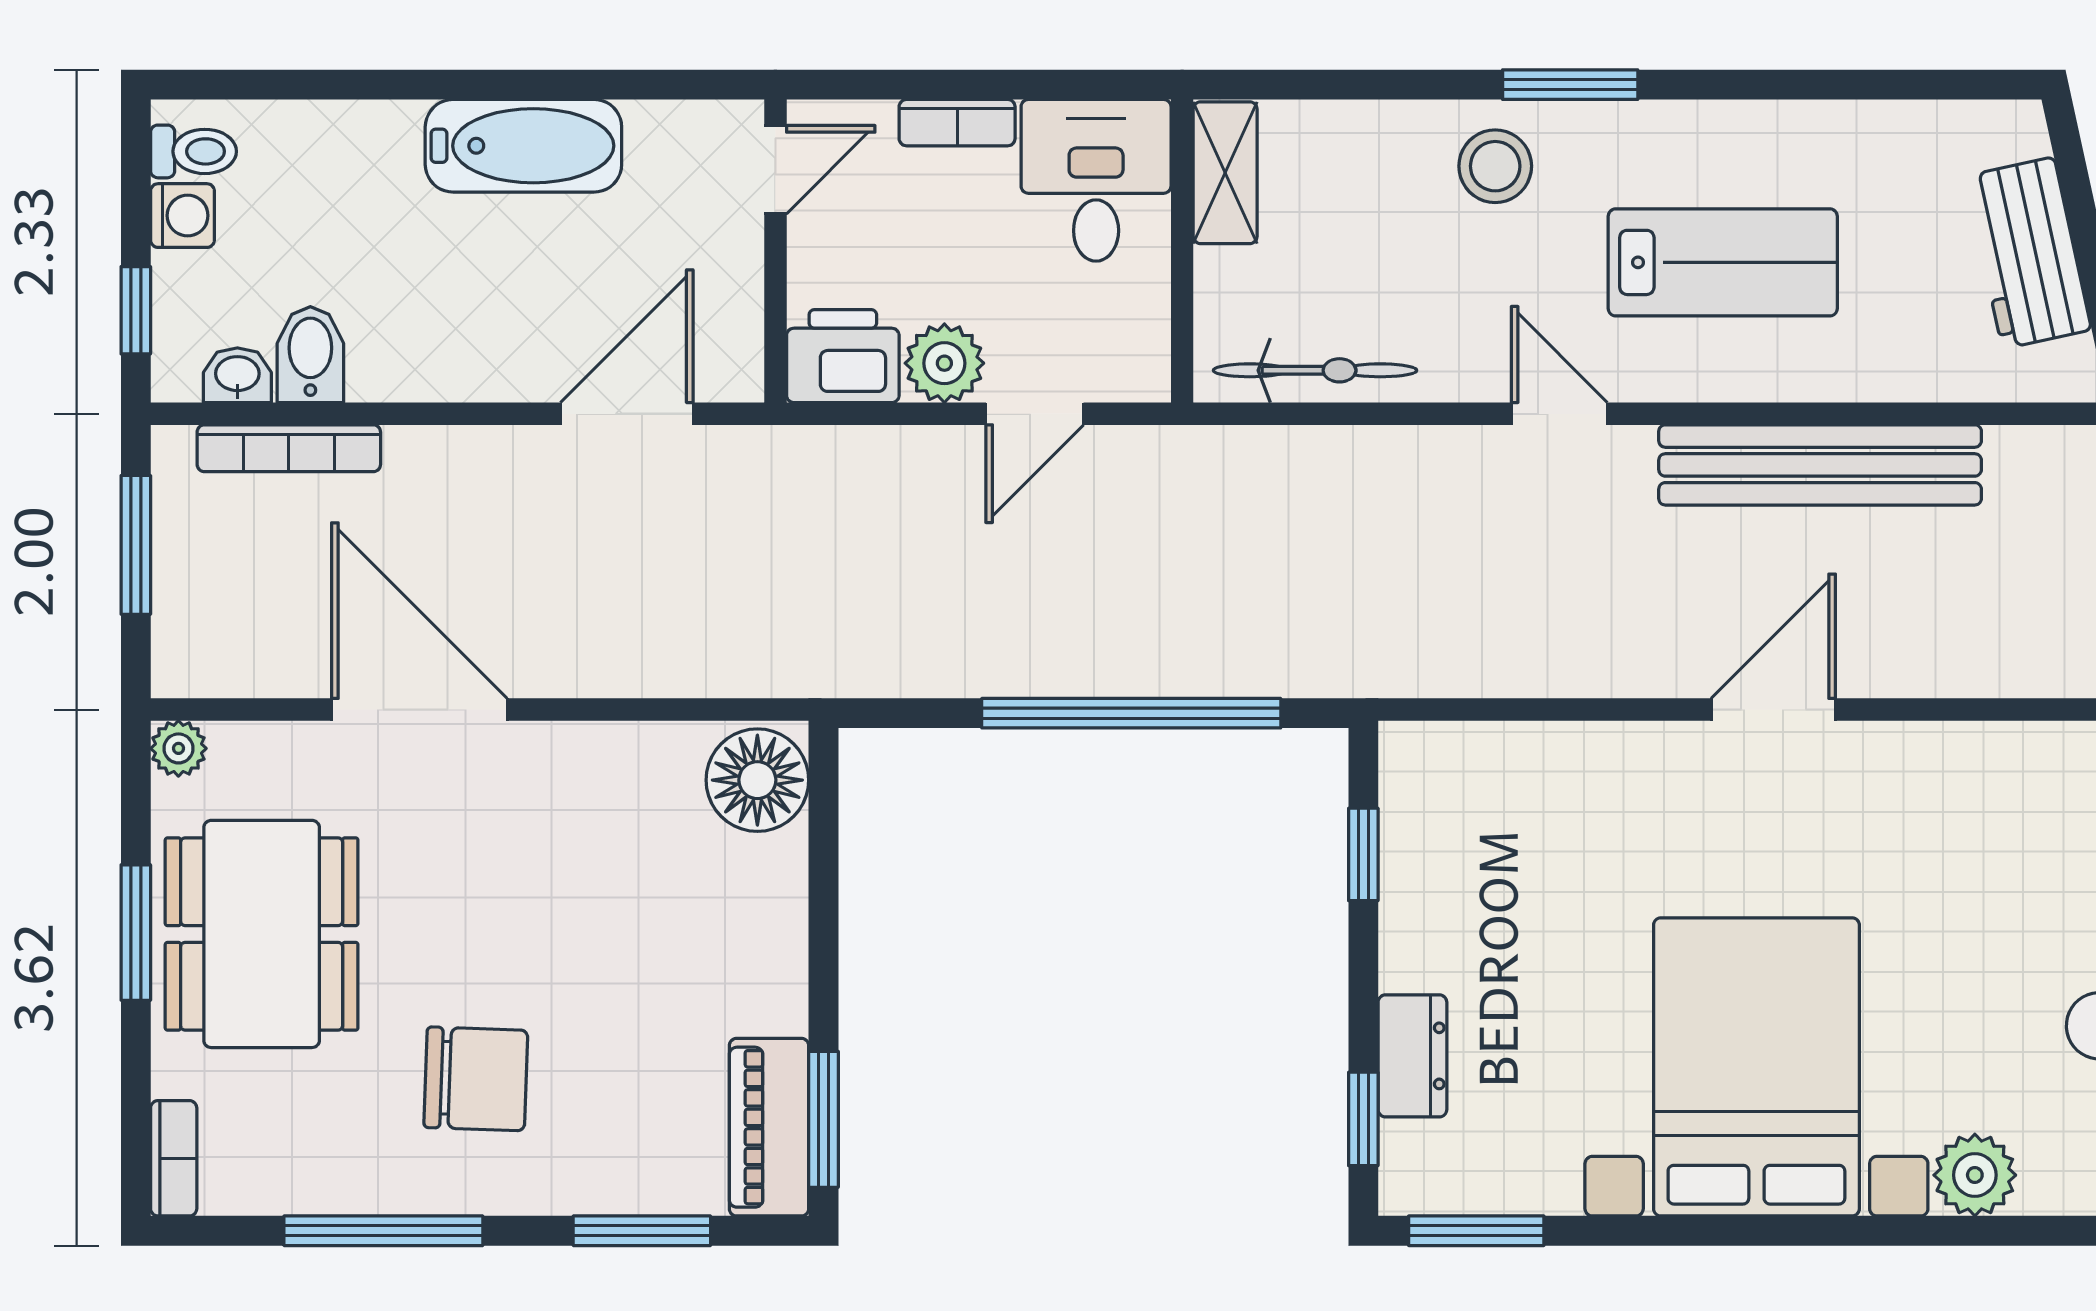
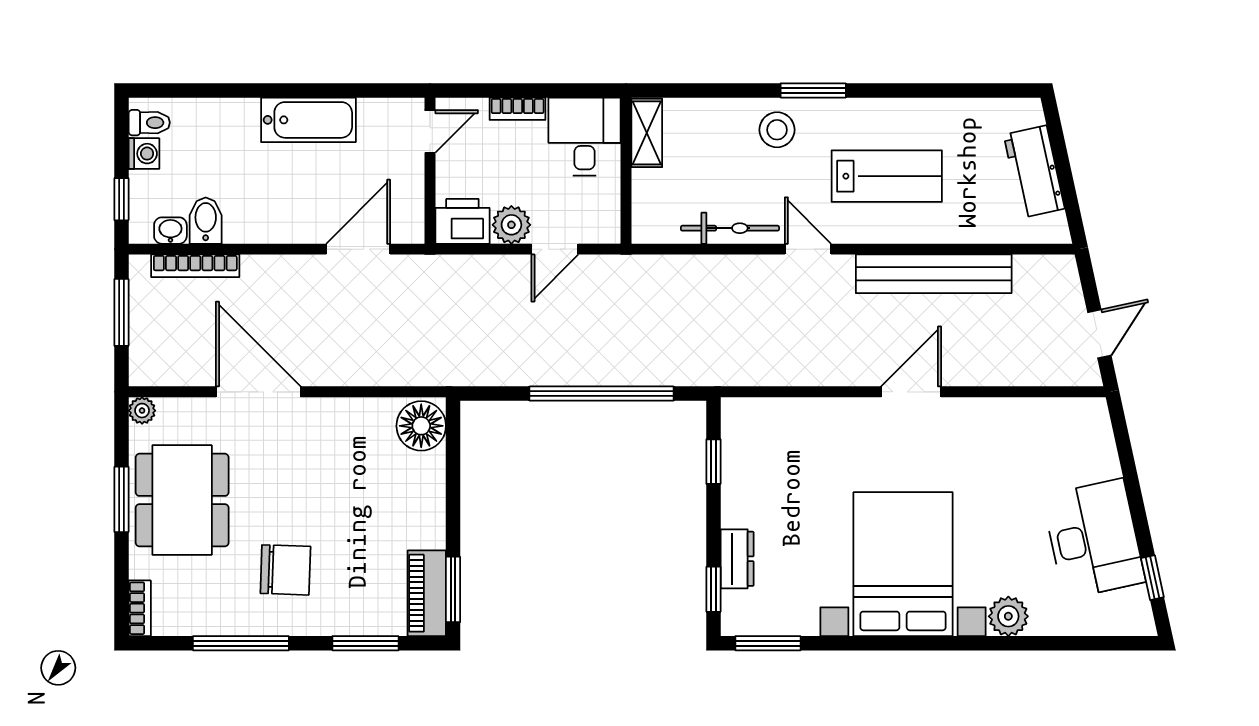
bicycle: (1315, 370) -> (730, 228), moved

